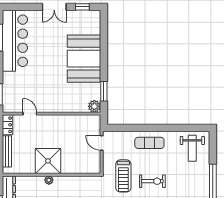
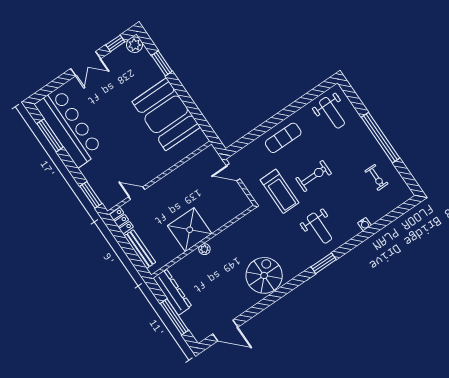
booth: (84, 59) -> (166, 114), moved
window: (104, 91) -> (162, 63), moved
plant: (94, 106) -> (135, 45), moved

